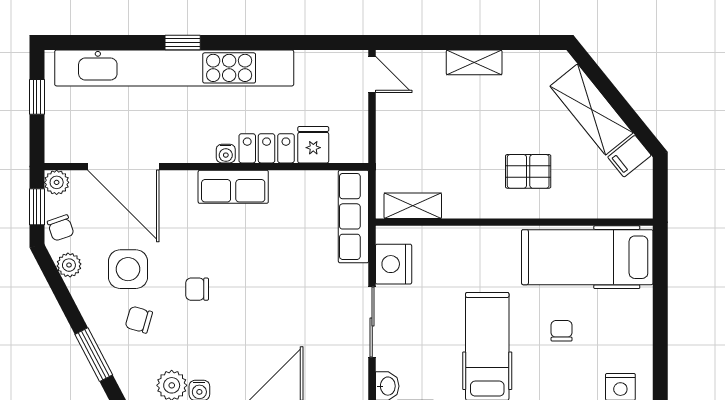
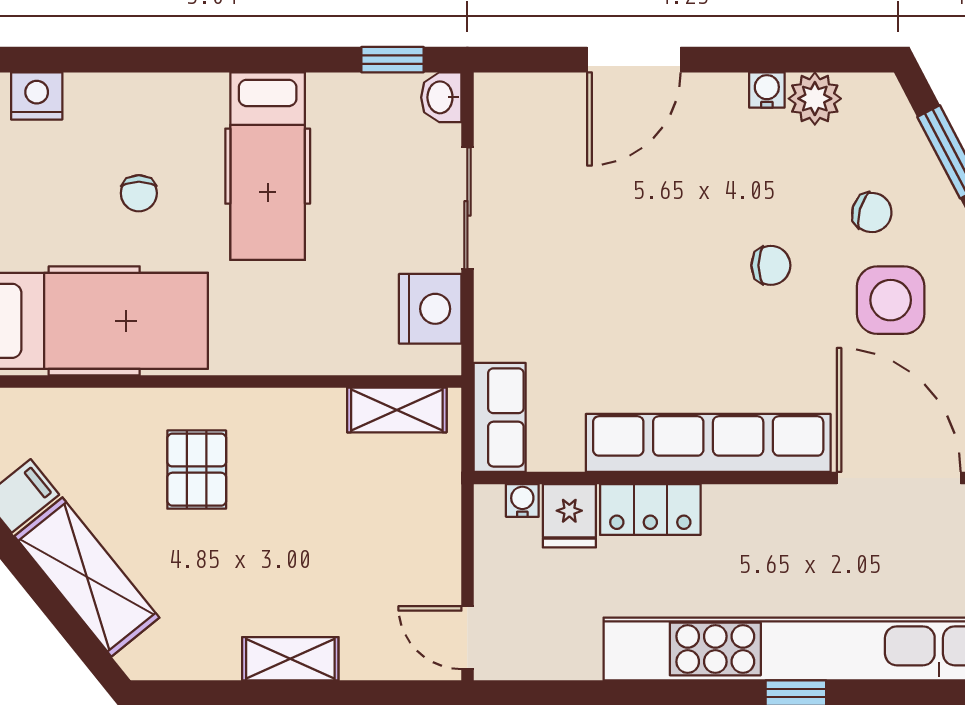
water cooler: (226, 154) -> (522, 500), moved
pallet: (528, 171) -> (197, 470), turned 90
row of seats: (233, 187) -> (708, 443), width x2.02
row of seats: (353, 216) -> (500, 417), width x0.68

